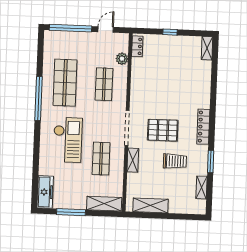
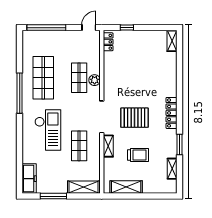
door: (106, 30) -> (89, 28), moved
window: (170, 32) -> (127, 28), moved
plant: (122, 59) -> (95, 80), moved
trolley: (175, 161) -> (138, 155), moved

